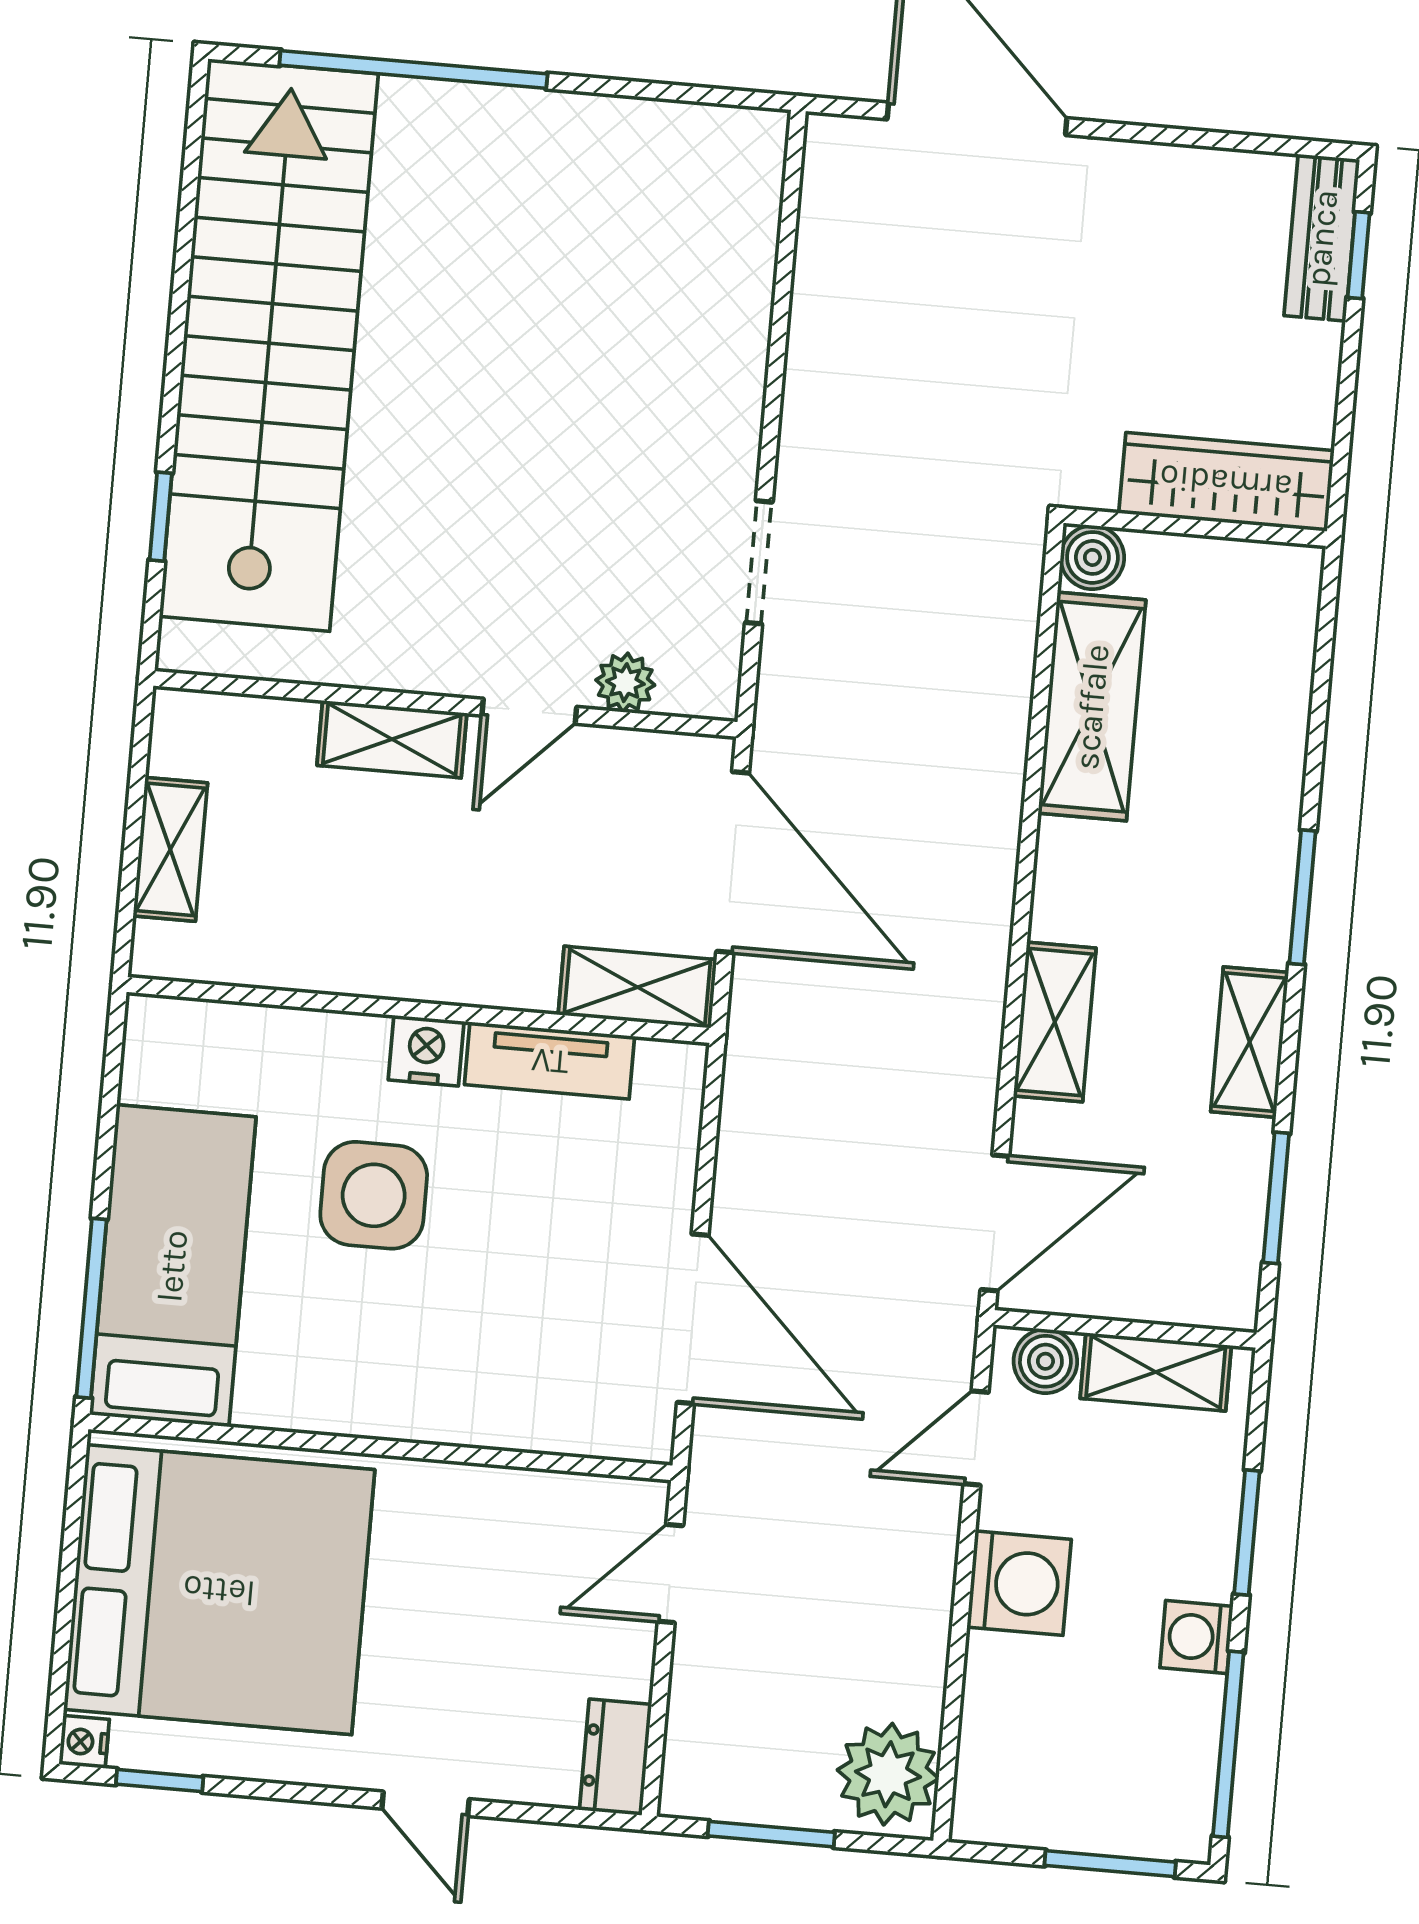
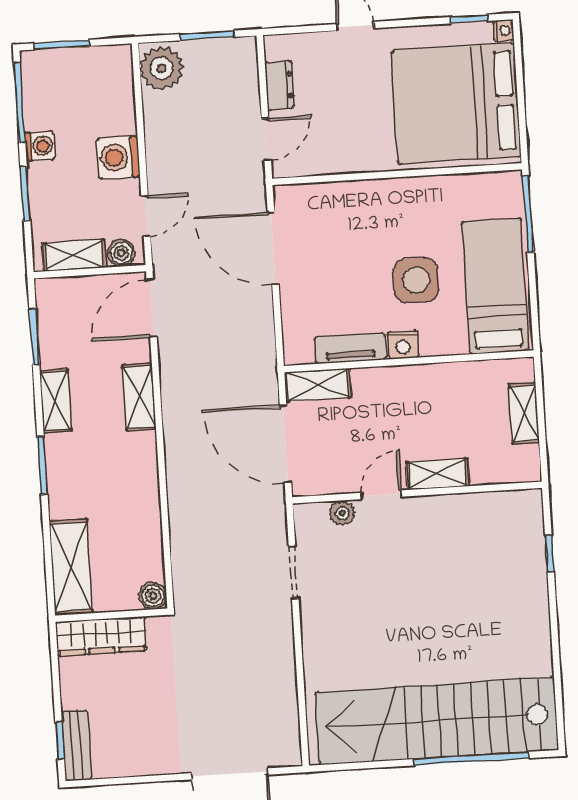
stairs: (269, 345) -> (437, 721), moved, turned 90
shelving: (1092, 707) -> (71, 567), moved
bed: (173, 1266) -> (495, 286), moved, turned 180
dresser: (616, 1757) -> (280, 85), moved

